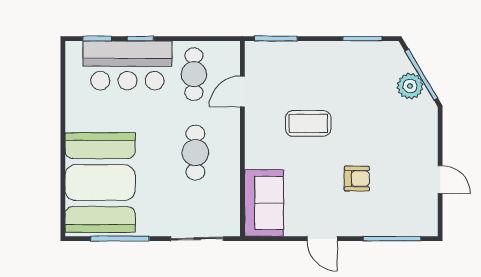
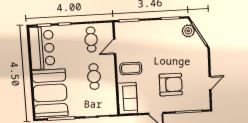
bar counter: (127, 65) -> (42, 48), moved, turned -90
plant: (410, 86) -> (188, 31), moved
coffee table: (308, 123) -> (131, 69), moved
armchair: (357, 179) -> (171, 85), width x1.88, depth x1.88
door: (440, 180) -> (210, 83), hinge flipped

